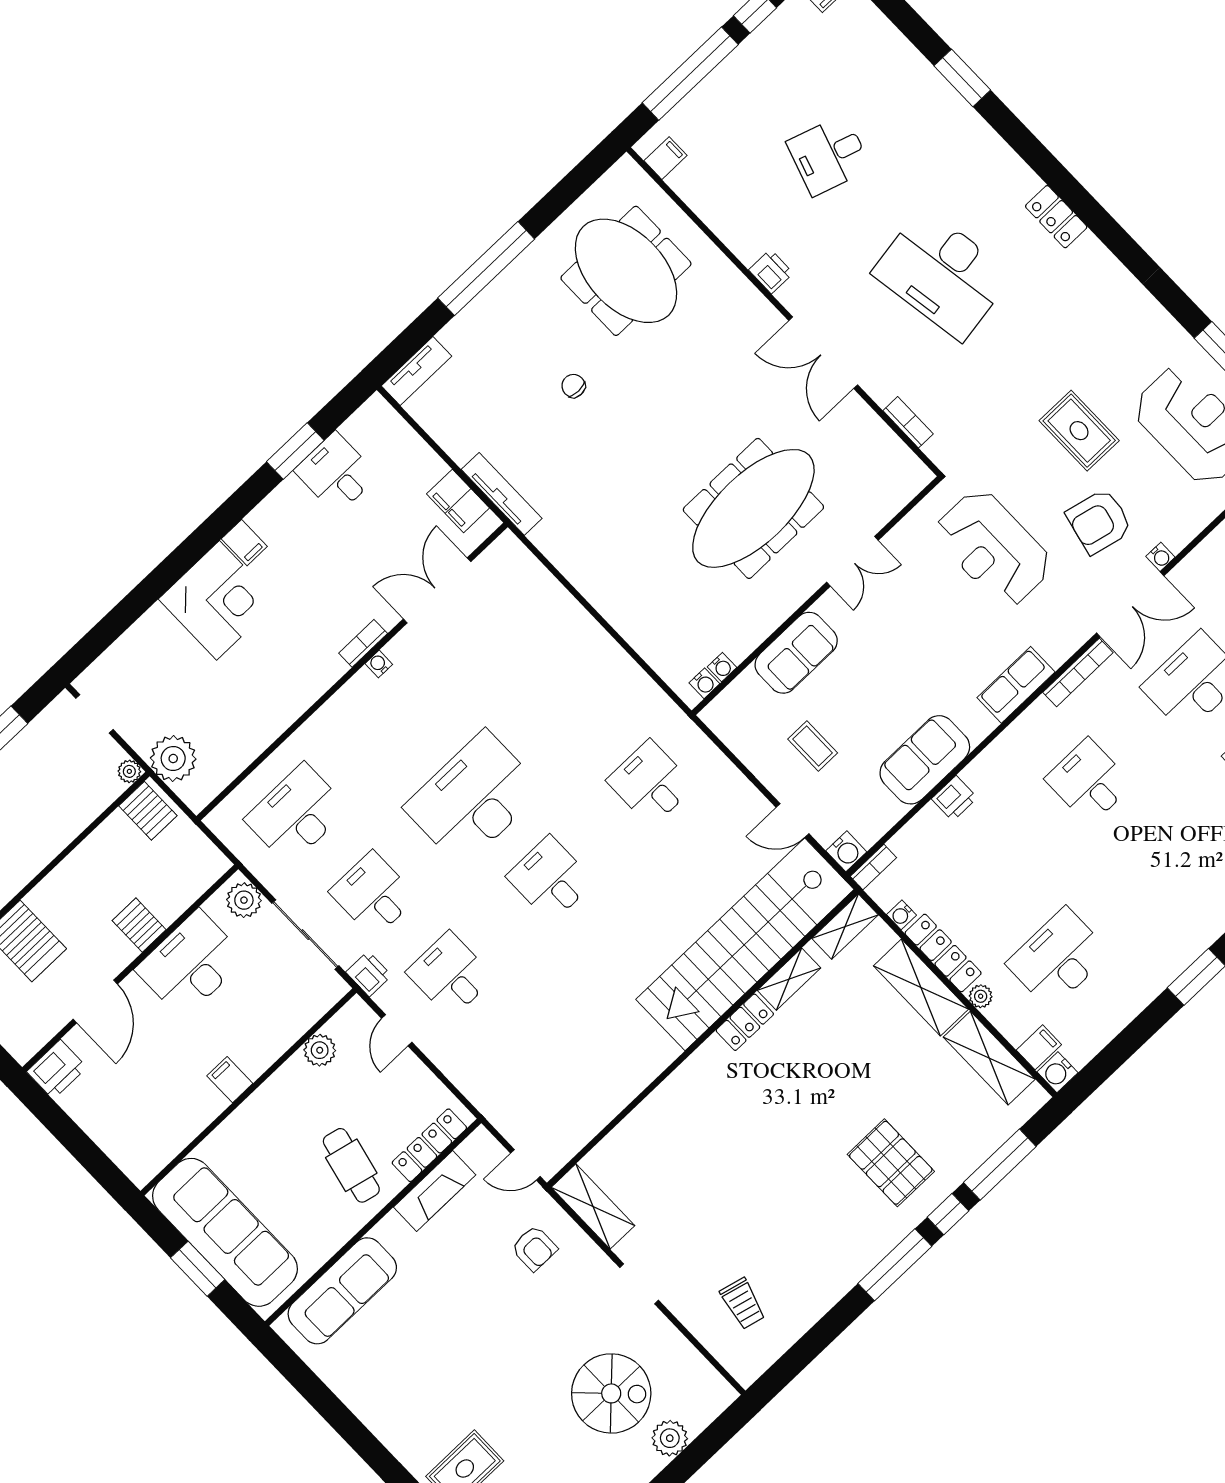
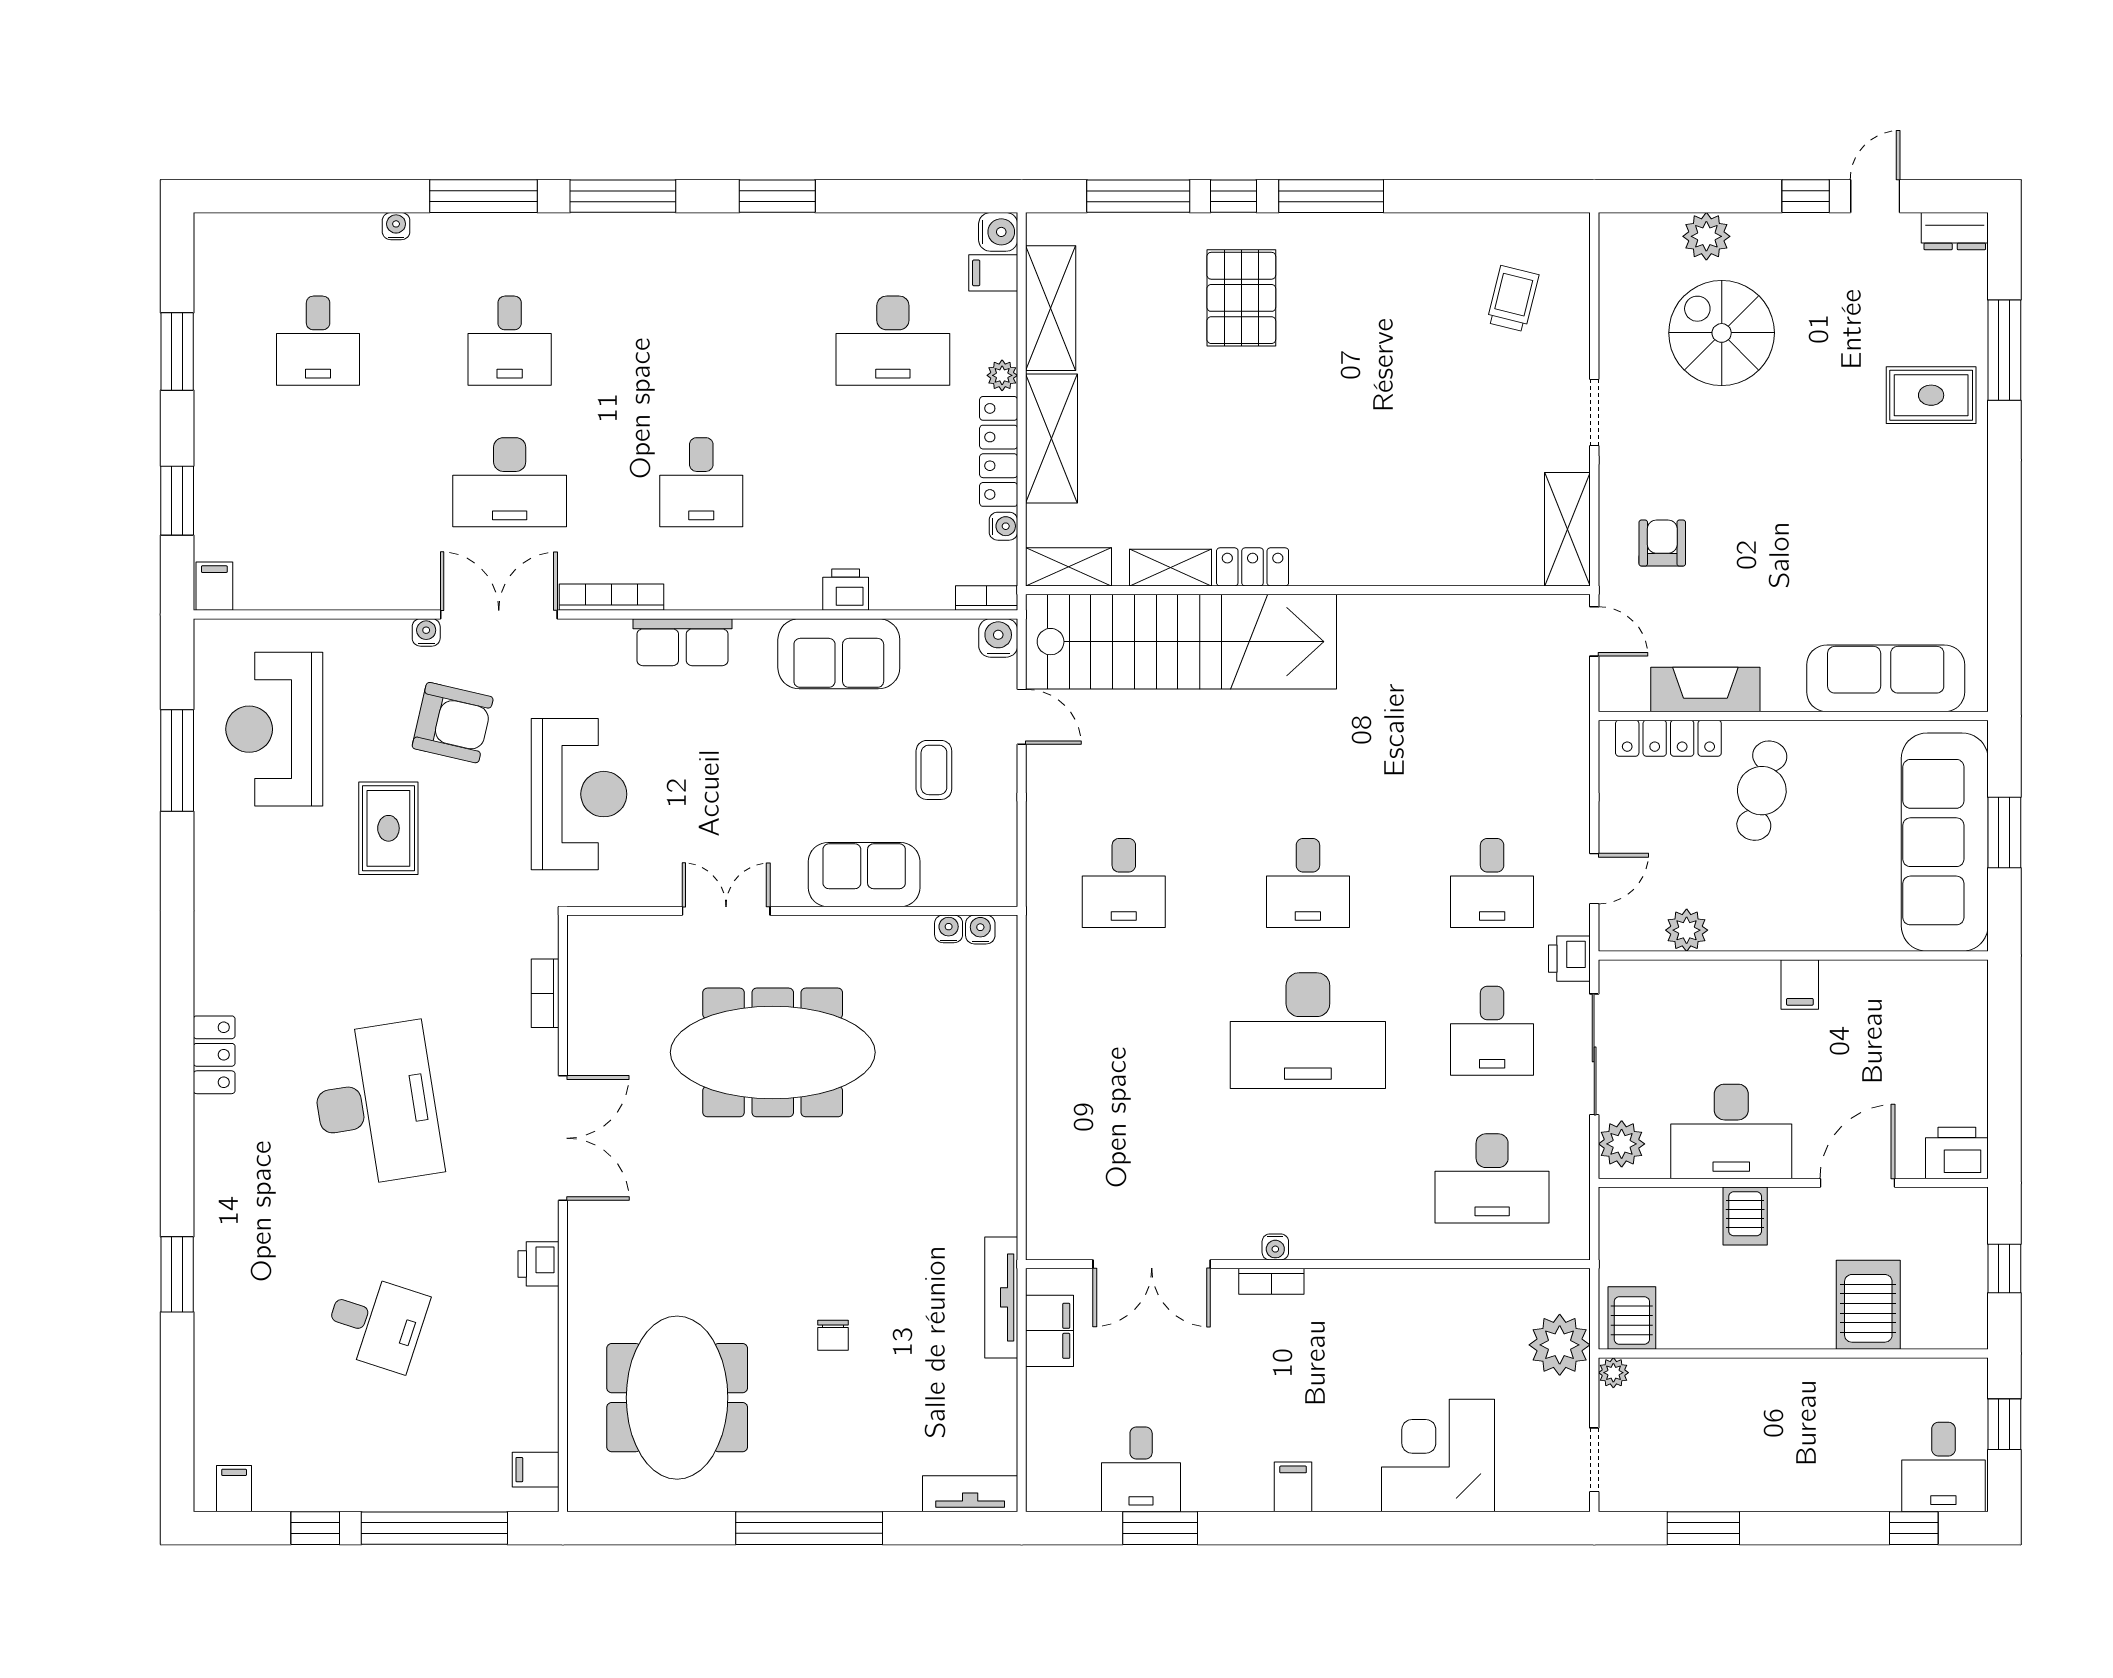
corner desk: (218, 600) -> (1438, 1456), moved

